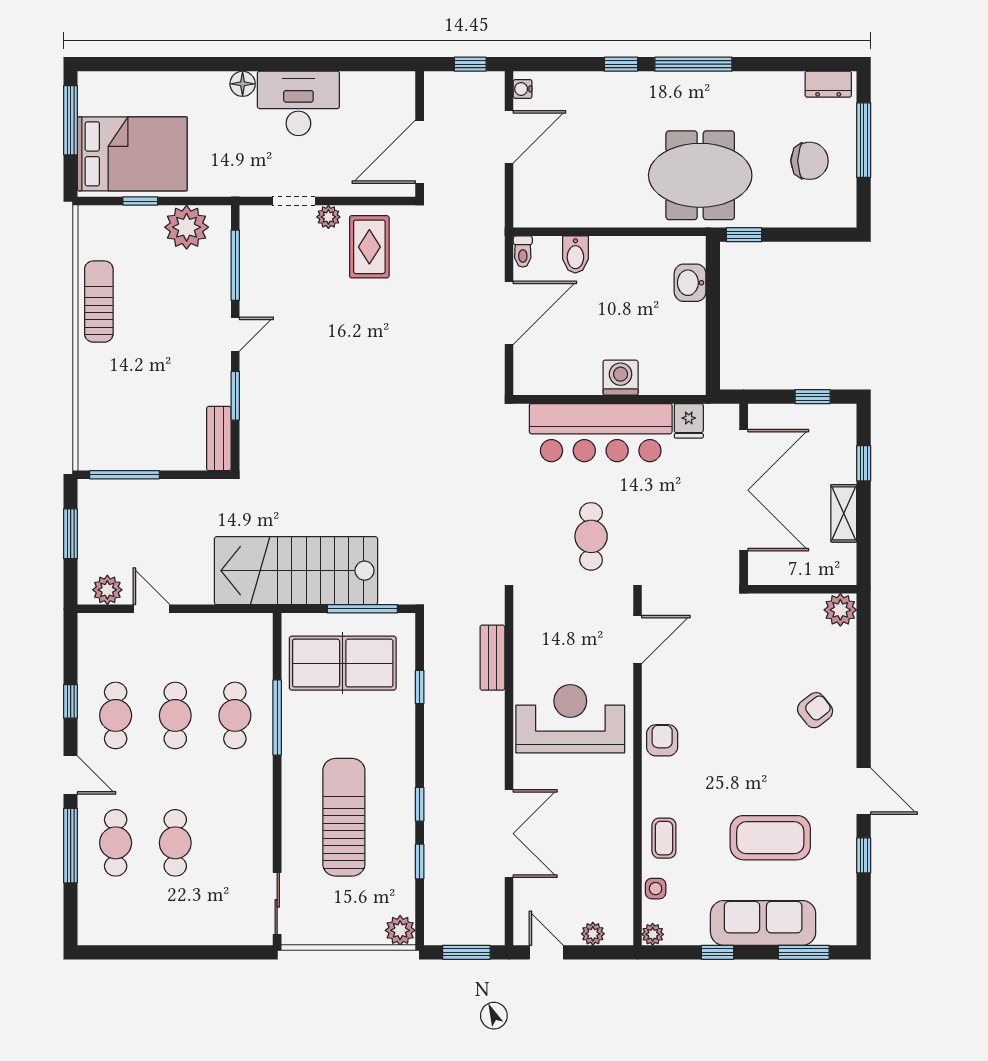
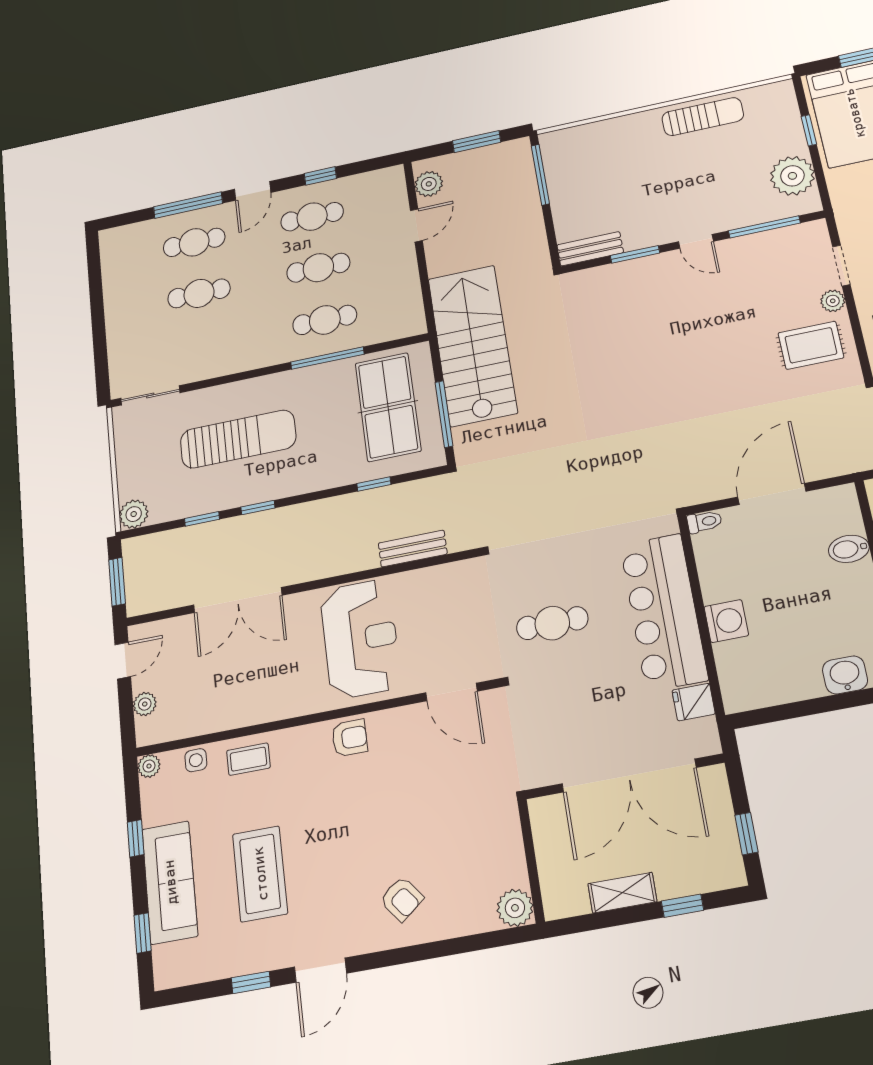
toilet: (523, 252) -> (704, 522), moved, turned 180
door: (509, 313) -> (772, 494), swing flipped
window: (804, 952) -> (143, 933), width x0.67

